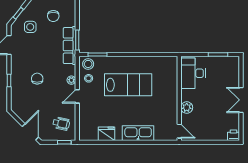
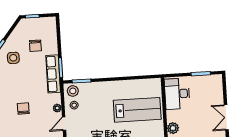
lab bench: (128, 85) -> (137, 110), moved

